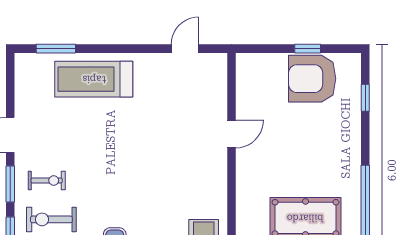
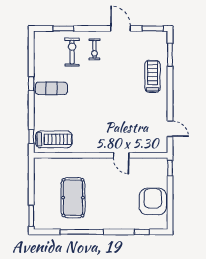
window: (308, 49) -> (170, 168), moved
treadmill: (94, 79) -> (153, 76), width x0.73, depth x0.73
window: (10, 184) -> (153, 28), moved

